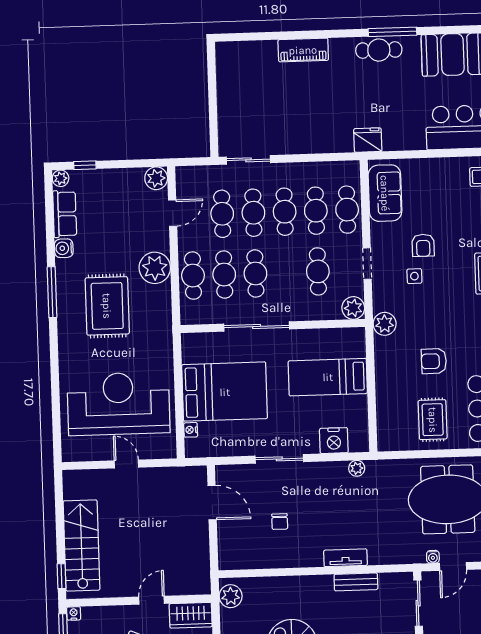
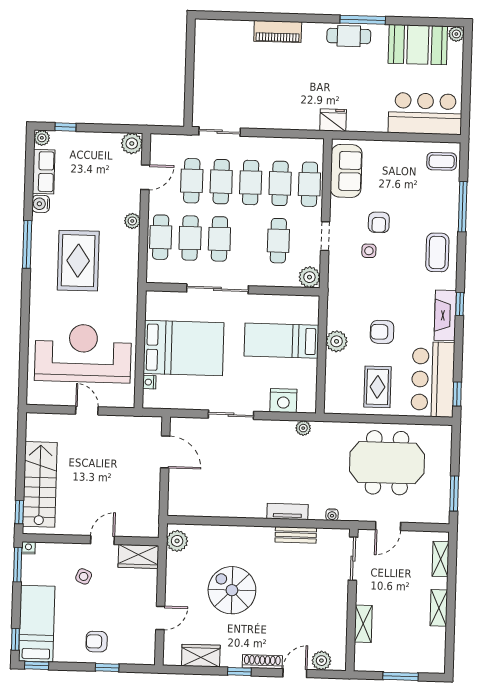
plant: (155, 268) -> (132, 221), width x0.53, depth x0.53
plant: (385, 324) -> (337, 341), moved
chair: (280, 522) -> (228, 474), removed
water cooler: (433, 557) -> (332, 515), moved

